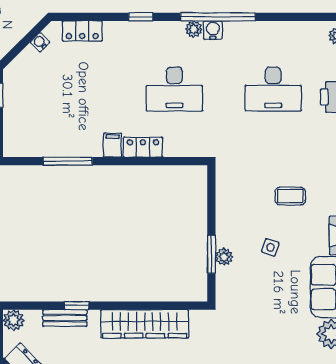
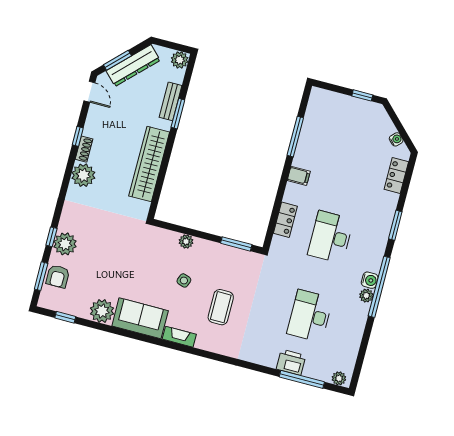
window: (141, 17) -> (395, 225), width x1.50
plant: (194, 29) -> (366, 296), moved
locker: (143, 147) -> (285, 220), moved
coffee table: (290, 196) -> (221, 307), width x1.36, depth x1.30
window: (211, 254) -> (236, 244), moved
window: (77, 306) -> (178, 114), width x1.50

